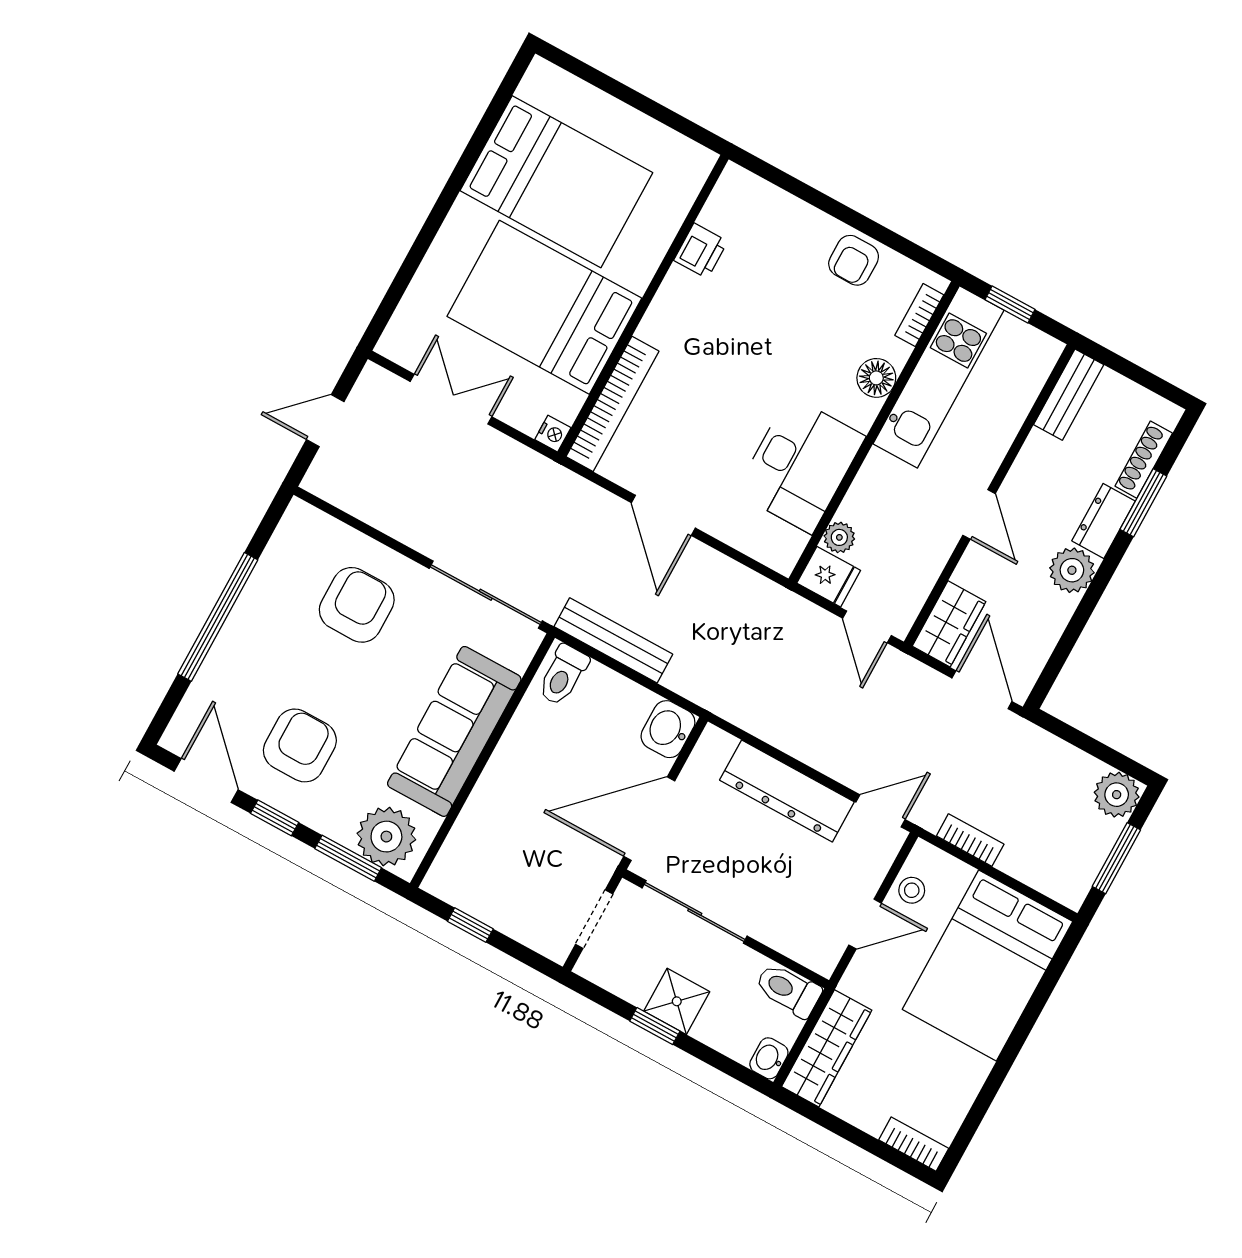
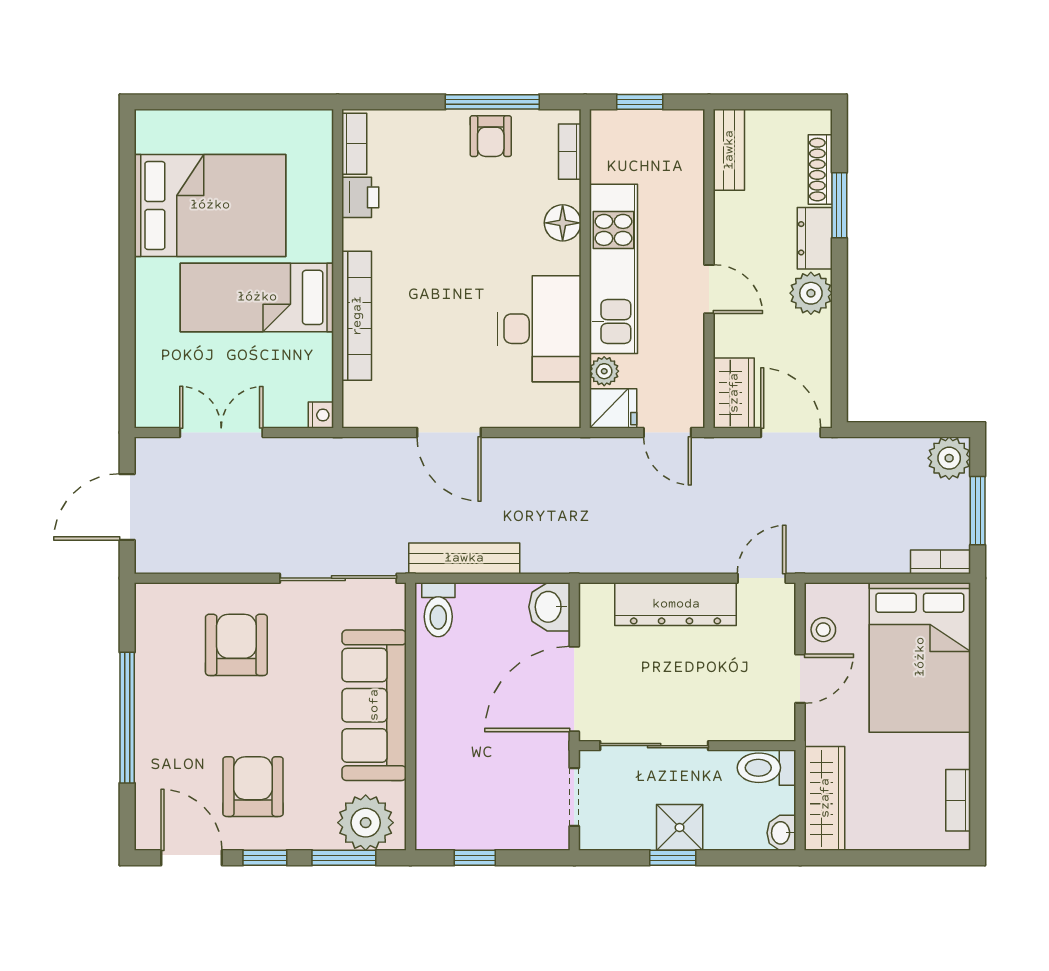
bookcase: (722, 198) -> (354, 144), added
window: (872, 229) -> (492, 102), added
bed: (544, 307) -> (257, 297), width x0.67
kitchen unit: (938, 377) -> (613, 269), moved
bookcase: (612, 404) -> (357, 316), moved
door: (325, 421) -> (127, 507), width x1.38
bookcase: (970, 840) -> (941, 562), moved
bookcase: (914, 1144) -> (958, 800), moved, turned -90

